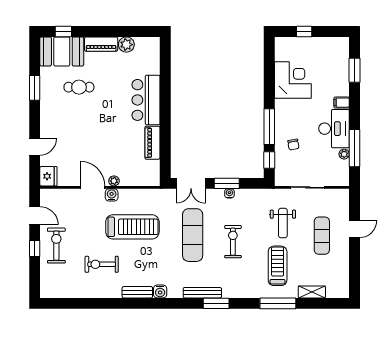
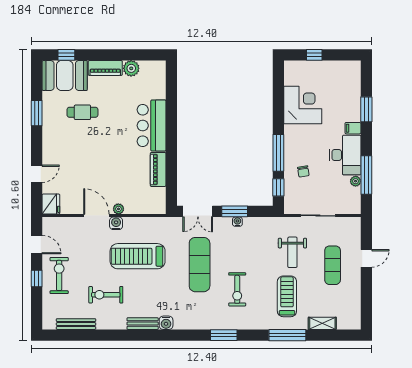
window: (355, 70) -> (366, 109), moved
treadmill: (132, 227) -> (138, 256), turned 180
exercise bike: (233, 242) -> (237, 289), moved, turned 180
bench: (202, 293) -> (76, 324), moved

